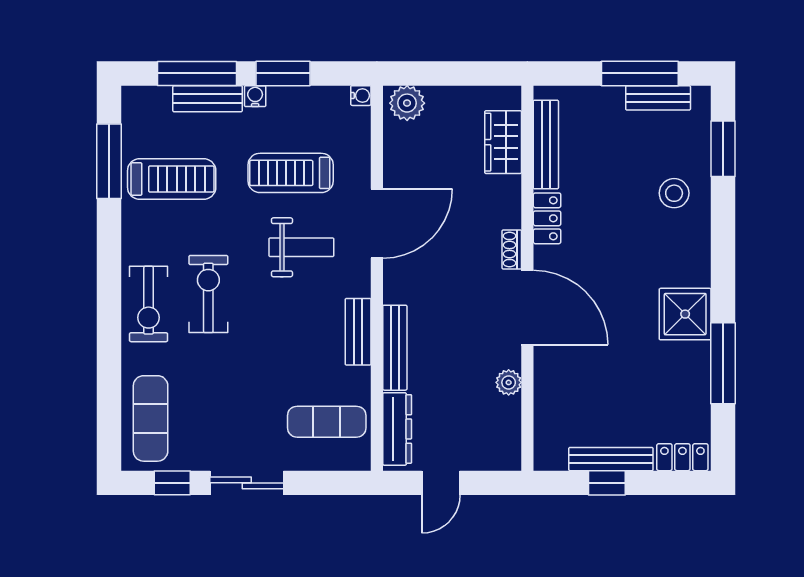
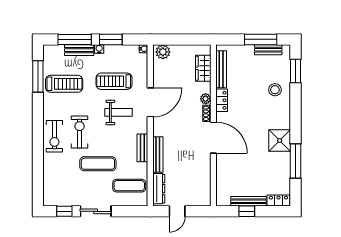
plant: (509, 382) -> (206, 99), moved
exercise mat: (151, 418) -> (98, 164), moved, turned 90

